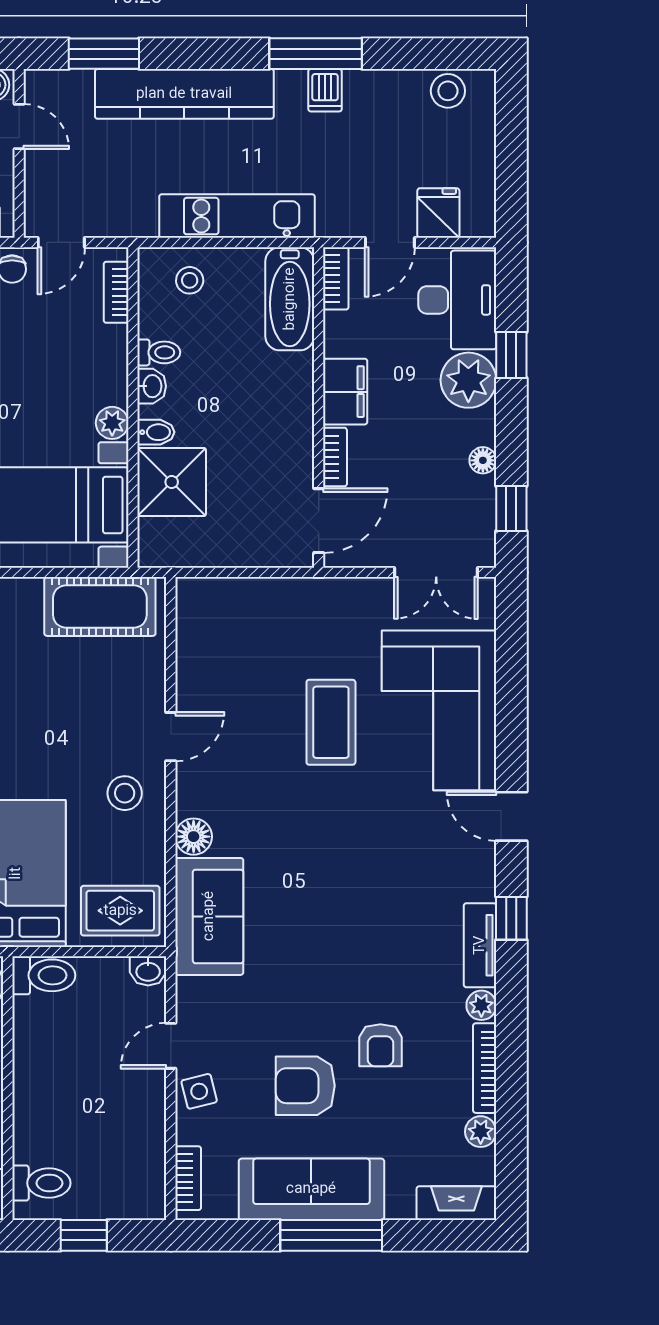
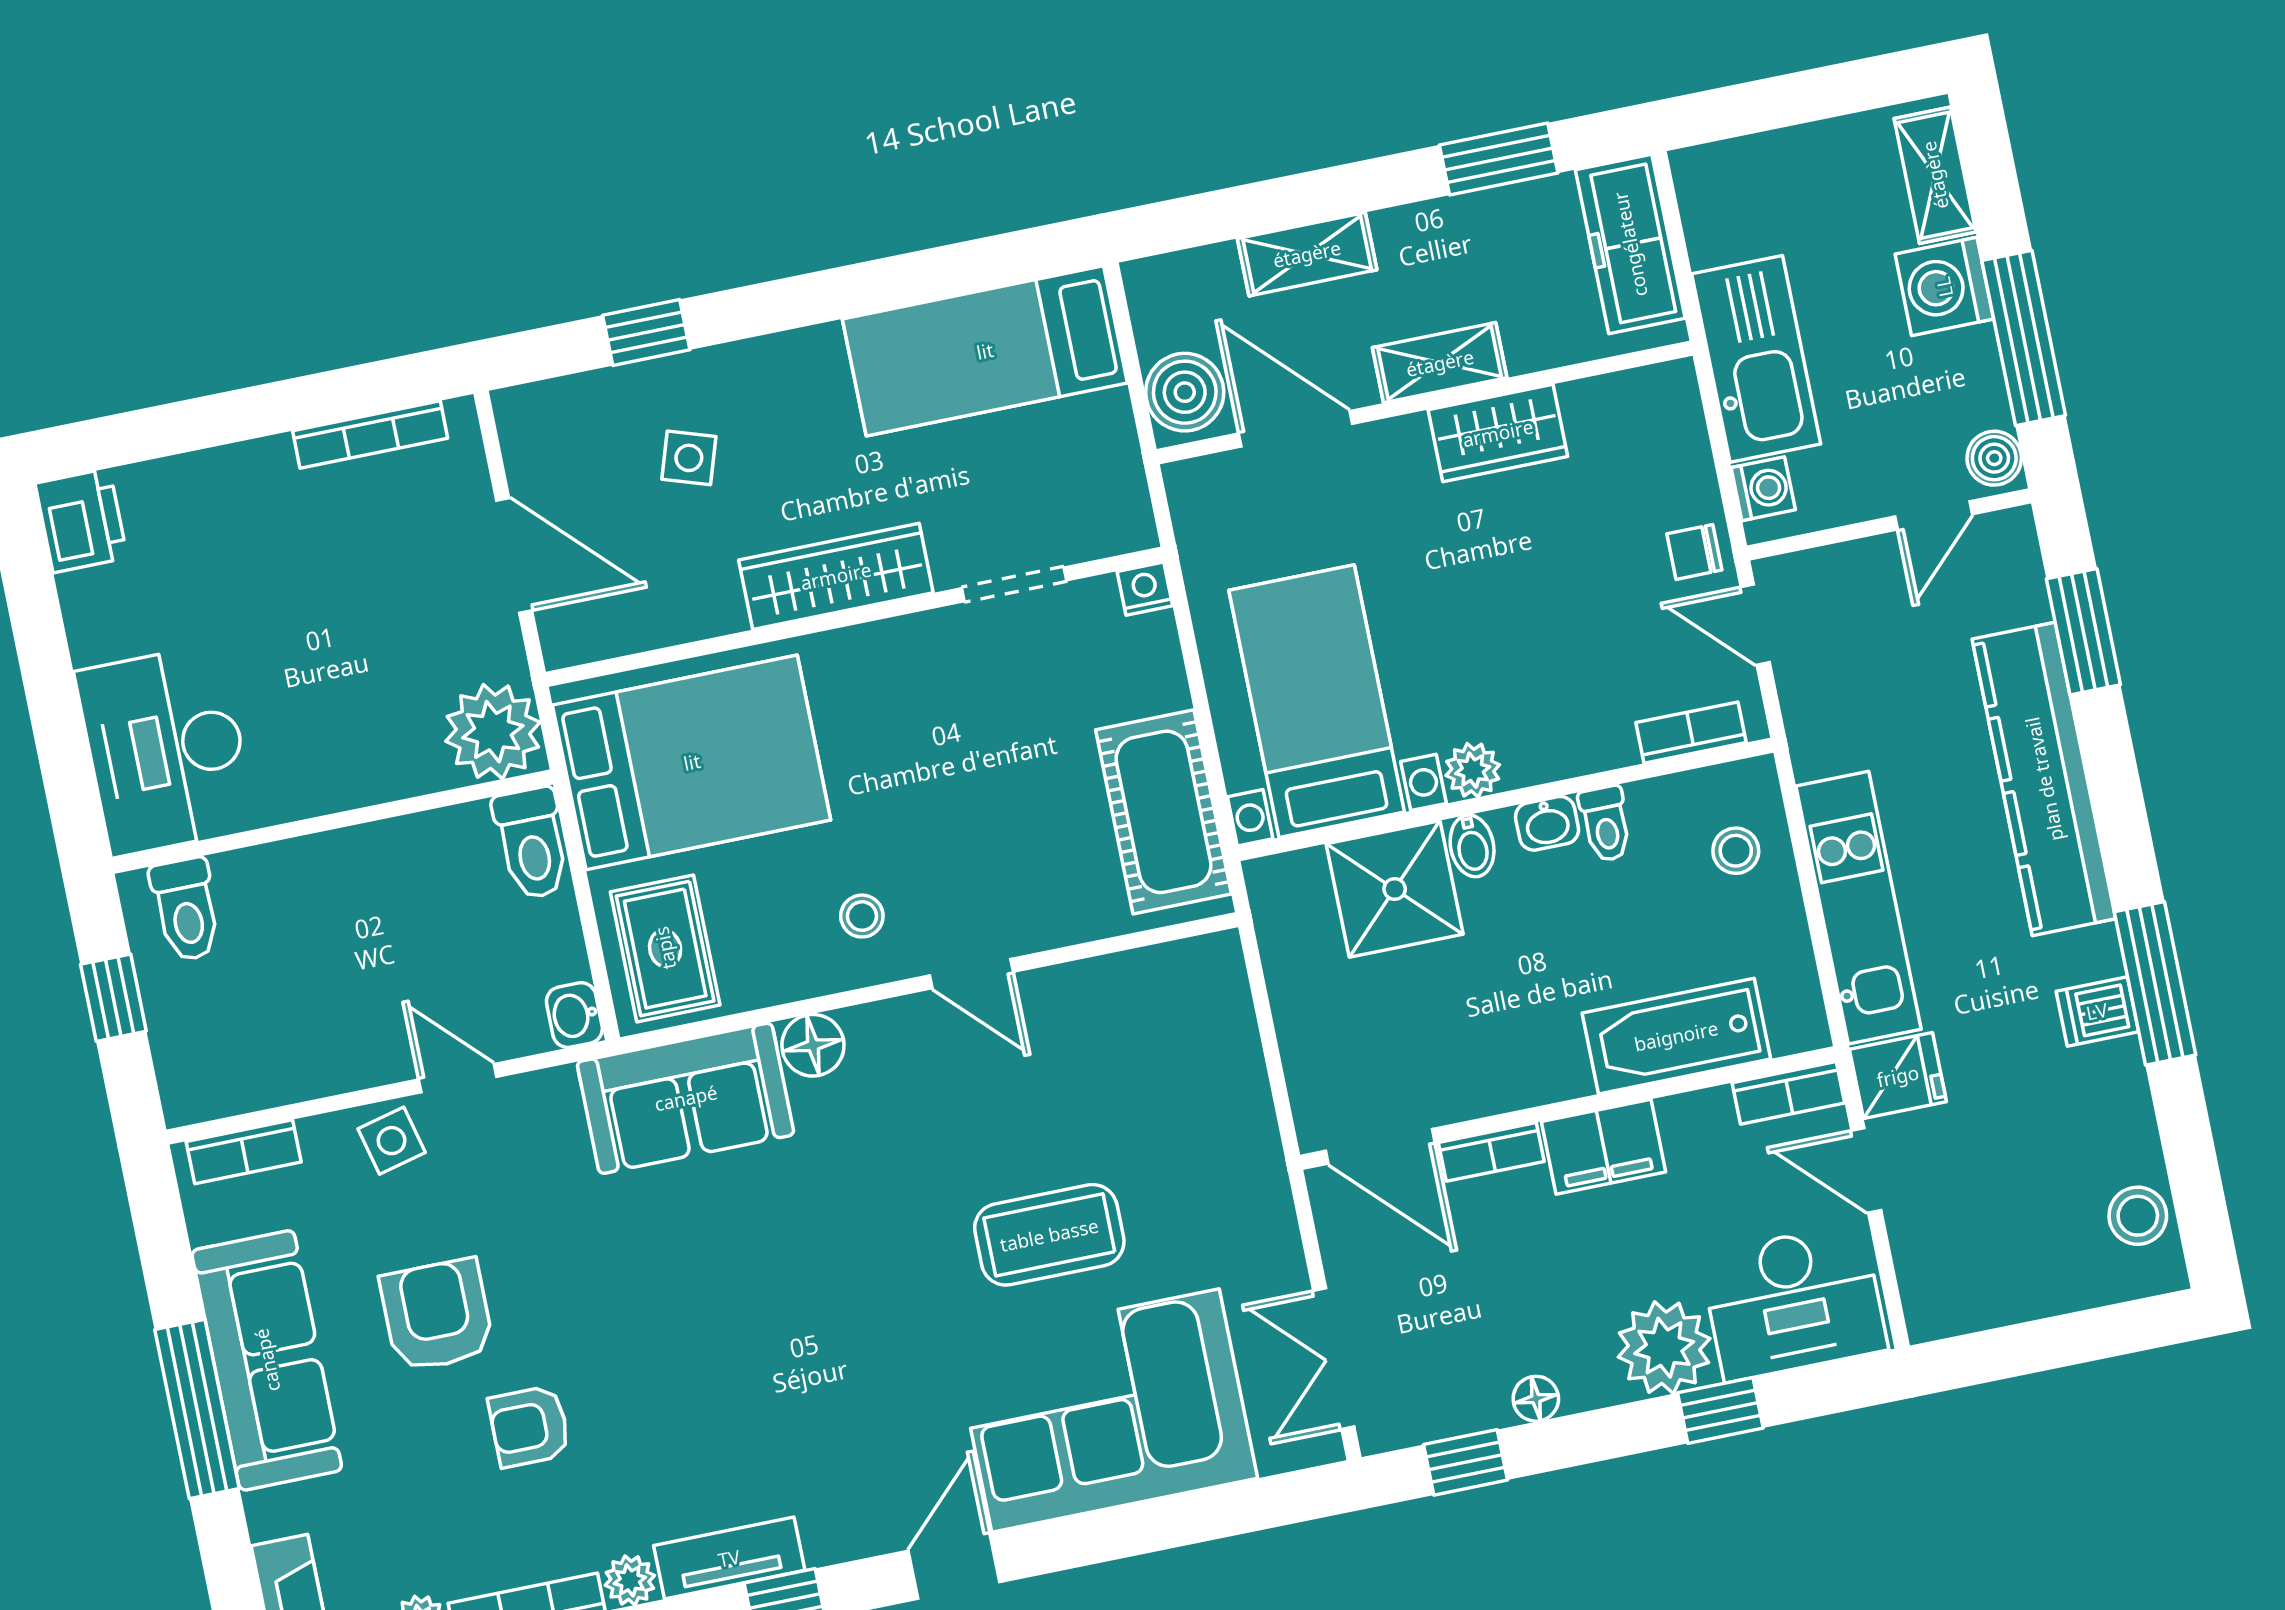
fridge: (438, 213) -> (1898, 1076), moved
bathtub: (290, 299) -> (1676, 1036), moved
stool: (125, 793) -> (862, 916), width x0.73, depth x0.73

